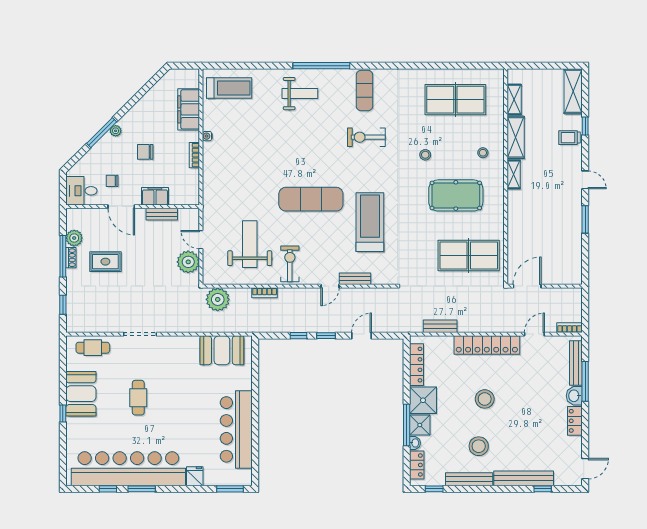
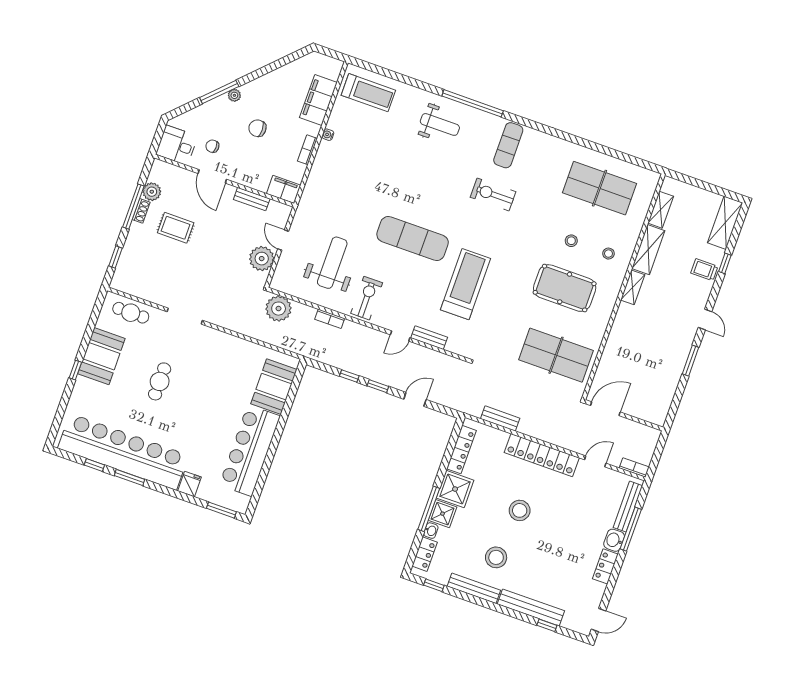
stool: (425, 155) -> (571, 241), moved
filing cabinet: (155, 196) -> (284, 189), moved
booth: (222, 350) -> (274, 387), moved, turned 90

